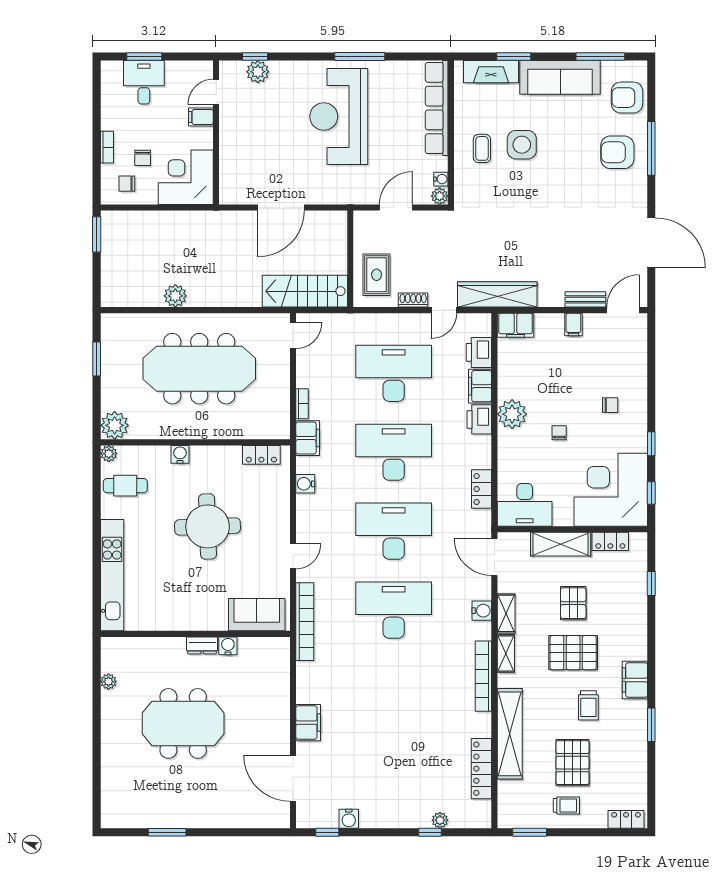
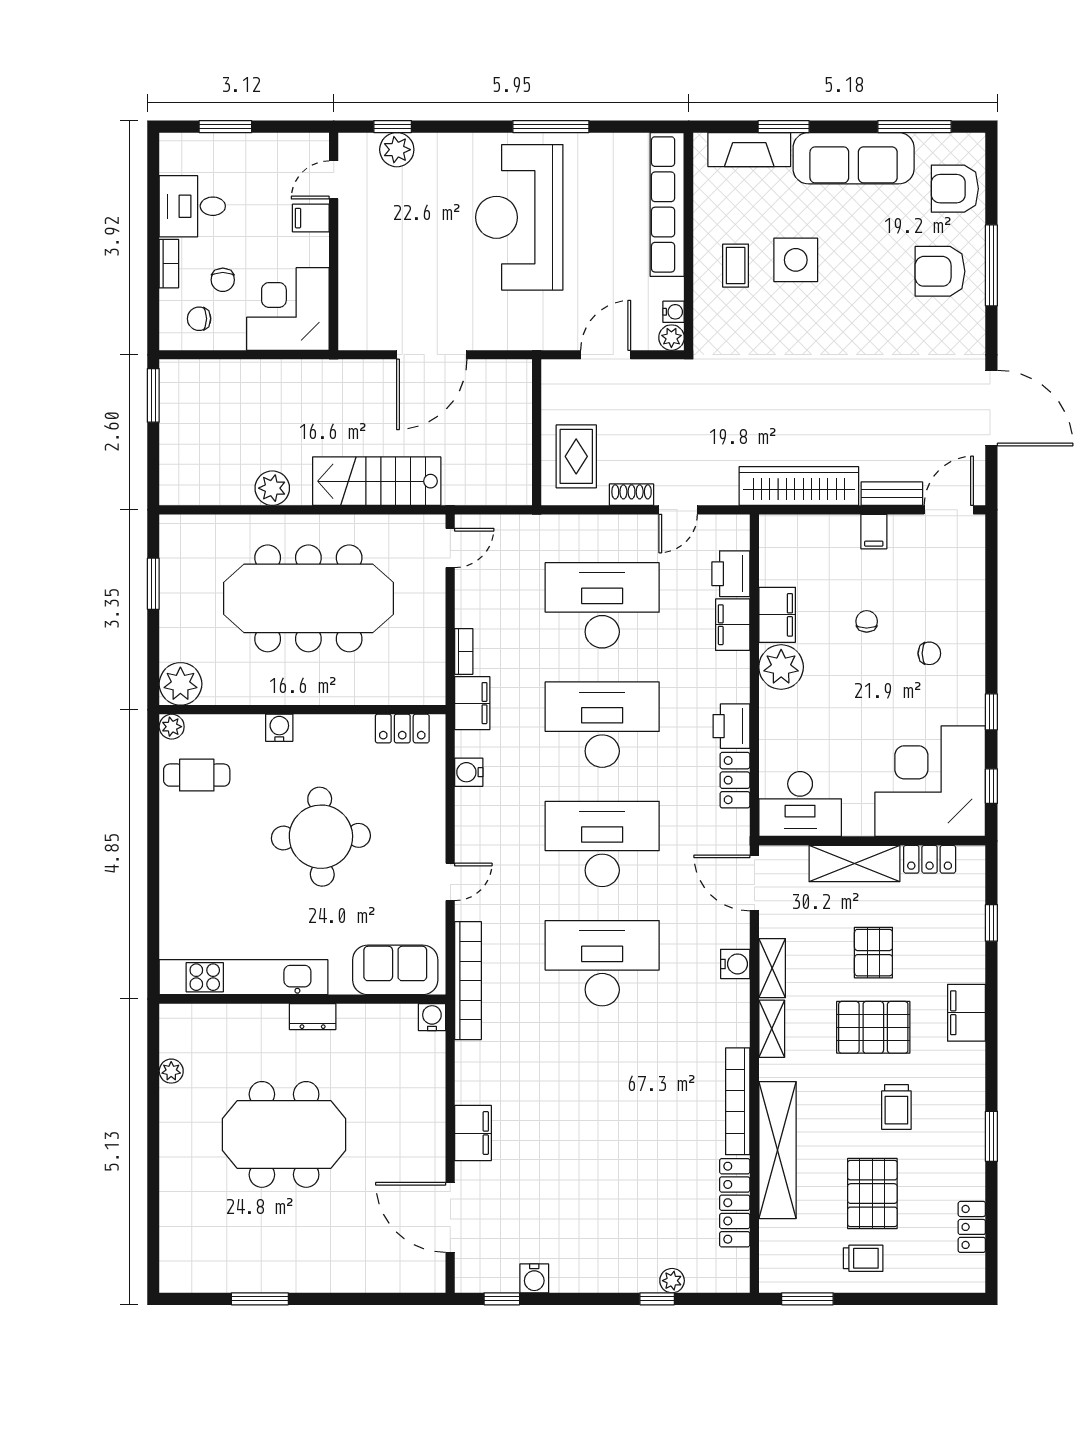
desk: (144, 82) -> (192, 206), moved, turned -90
stairs: (305, 291) -> (377, 481), moved
wardrobe: (497, 294) -> (799, 486), moved
filing cabinet: (516, 325) -> (777, 615), moved, turned -90
printer: (479, 419) -> (731, 726), moved
chair: (559, 433) -> (867, 621), moved
kitchen unit: (112, 575) -> (243, 977), moved, turned -90
water cooler: (228, 646) -> (432, 1017), moved
bookcase: (483, 676) -> (738, 1101), moved
filing cabinet: (635, 680) -> (967, 1013), moved
locker: (626, 819) -> (972, 1227), moved, turned -90

